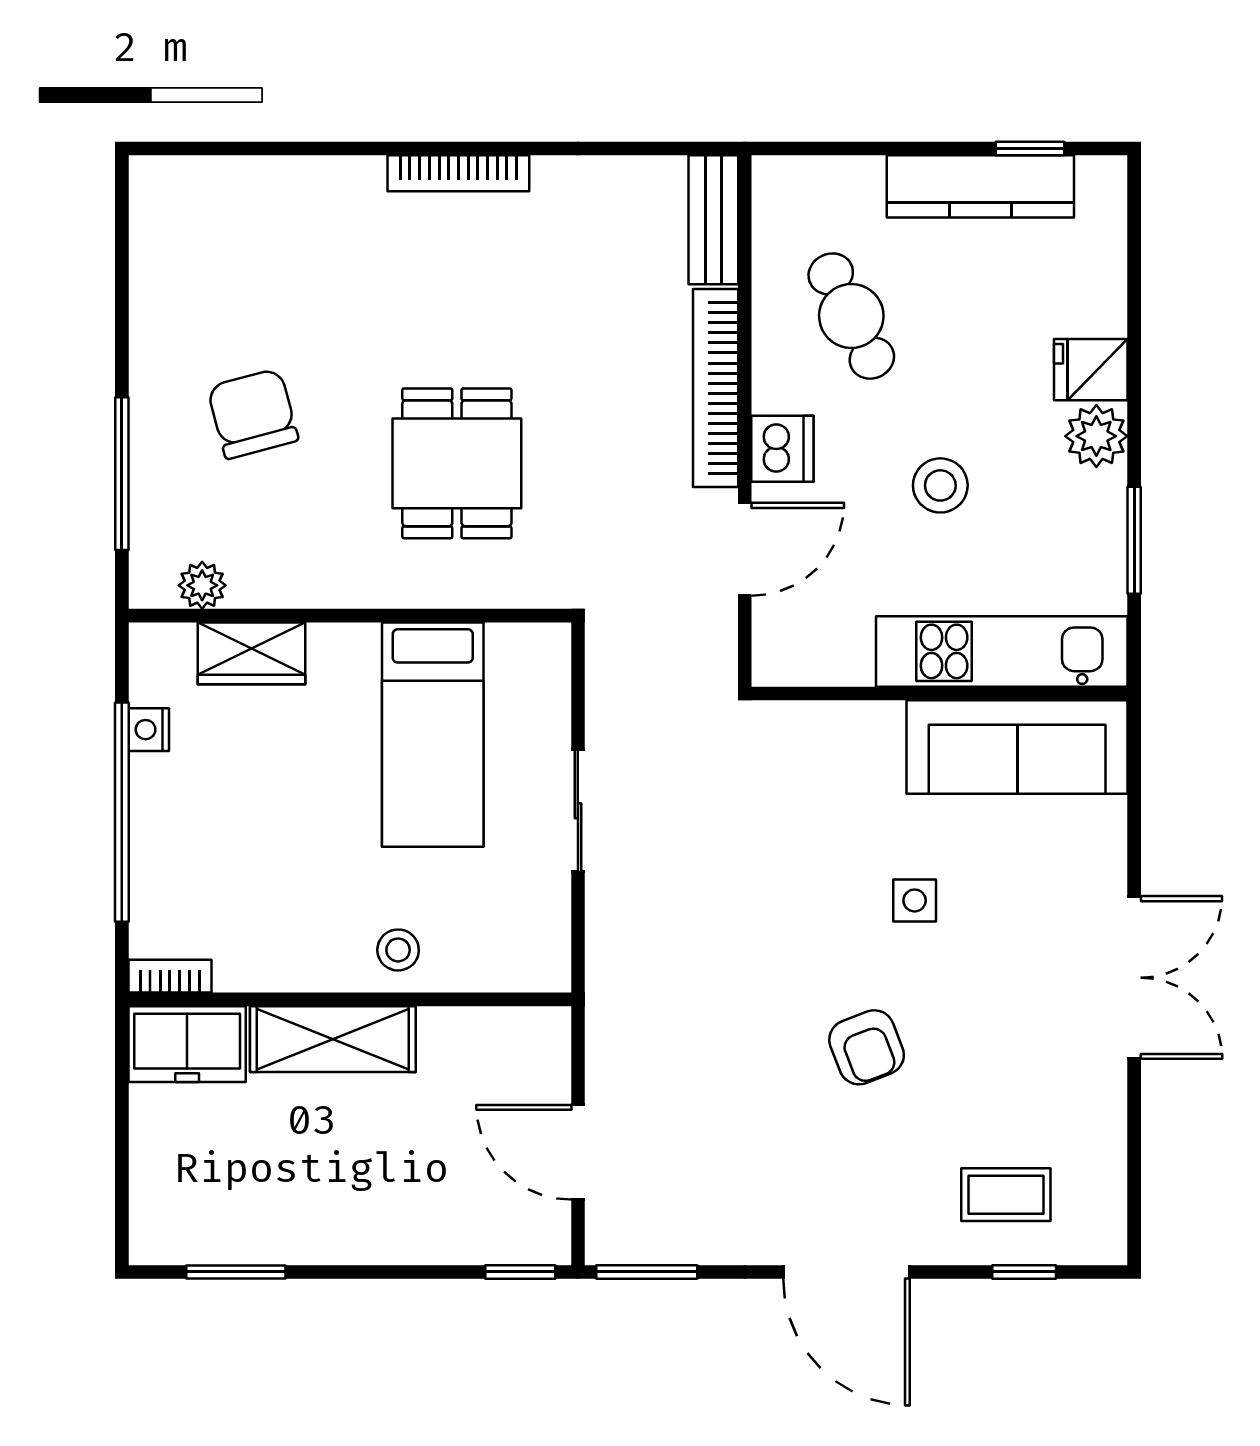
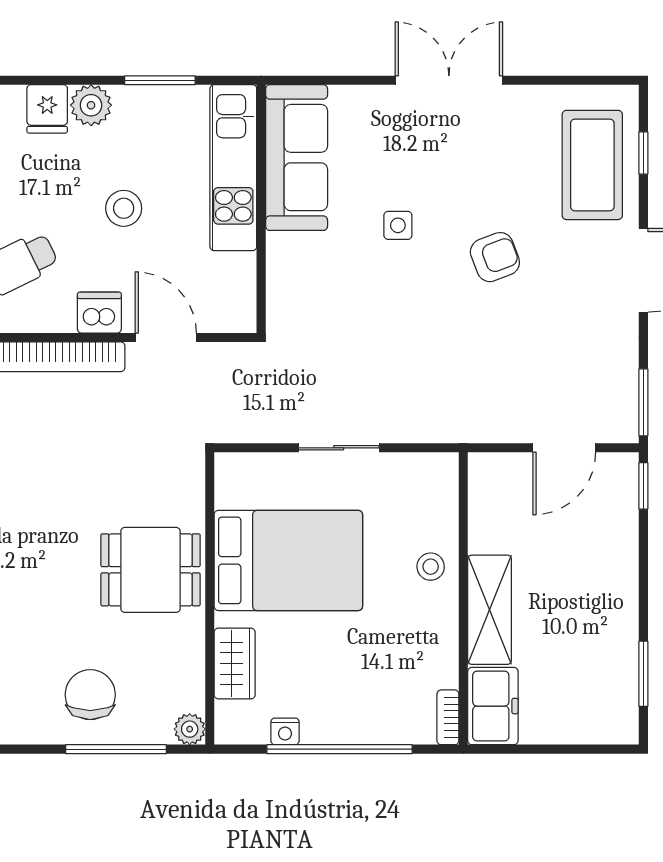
chair: (253, 414) -> (90, 695), moved, turned 105
dining table: (457, 463) -> (150, 570), moved
plant: (202, 585) -> (190, 729), moved
bed: (433, 735) -> (288, 560), width x1.50
coffee table: (1006, 1195) -> (592, 165), width x1.86, depth x1.72

